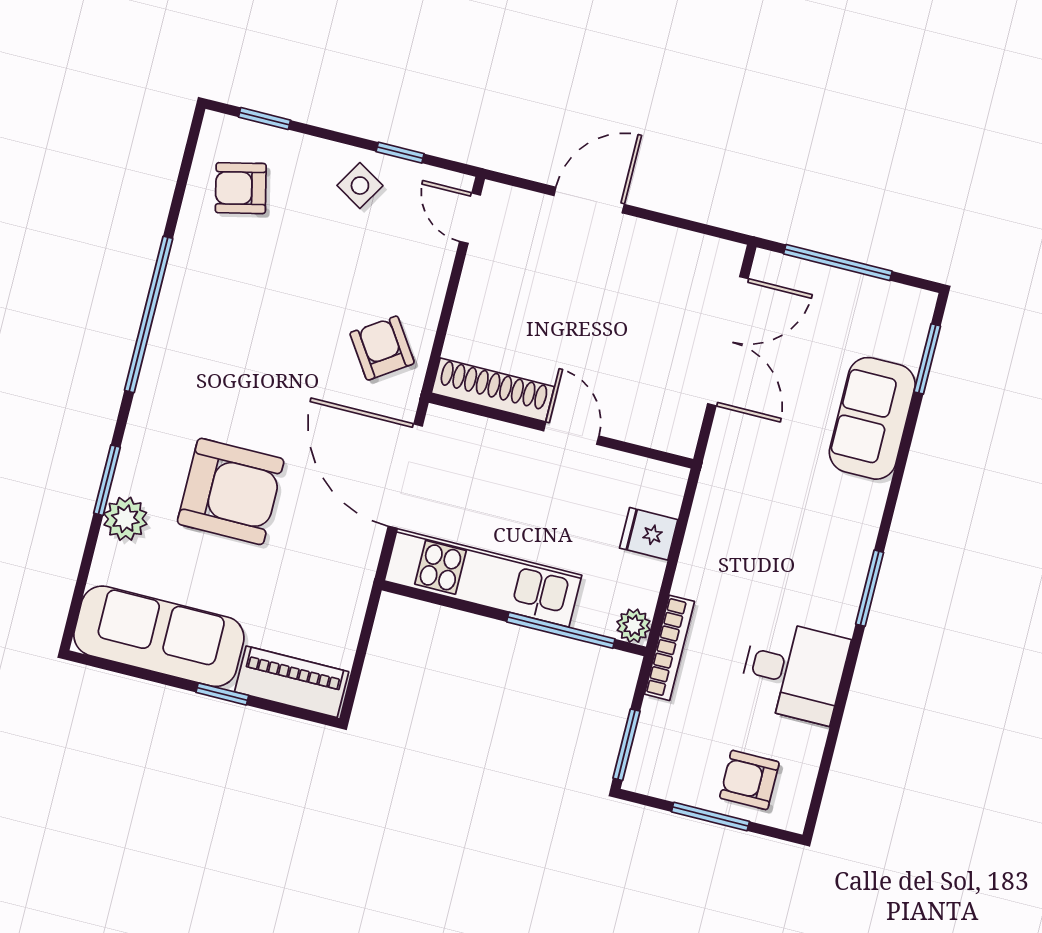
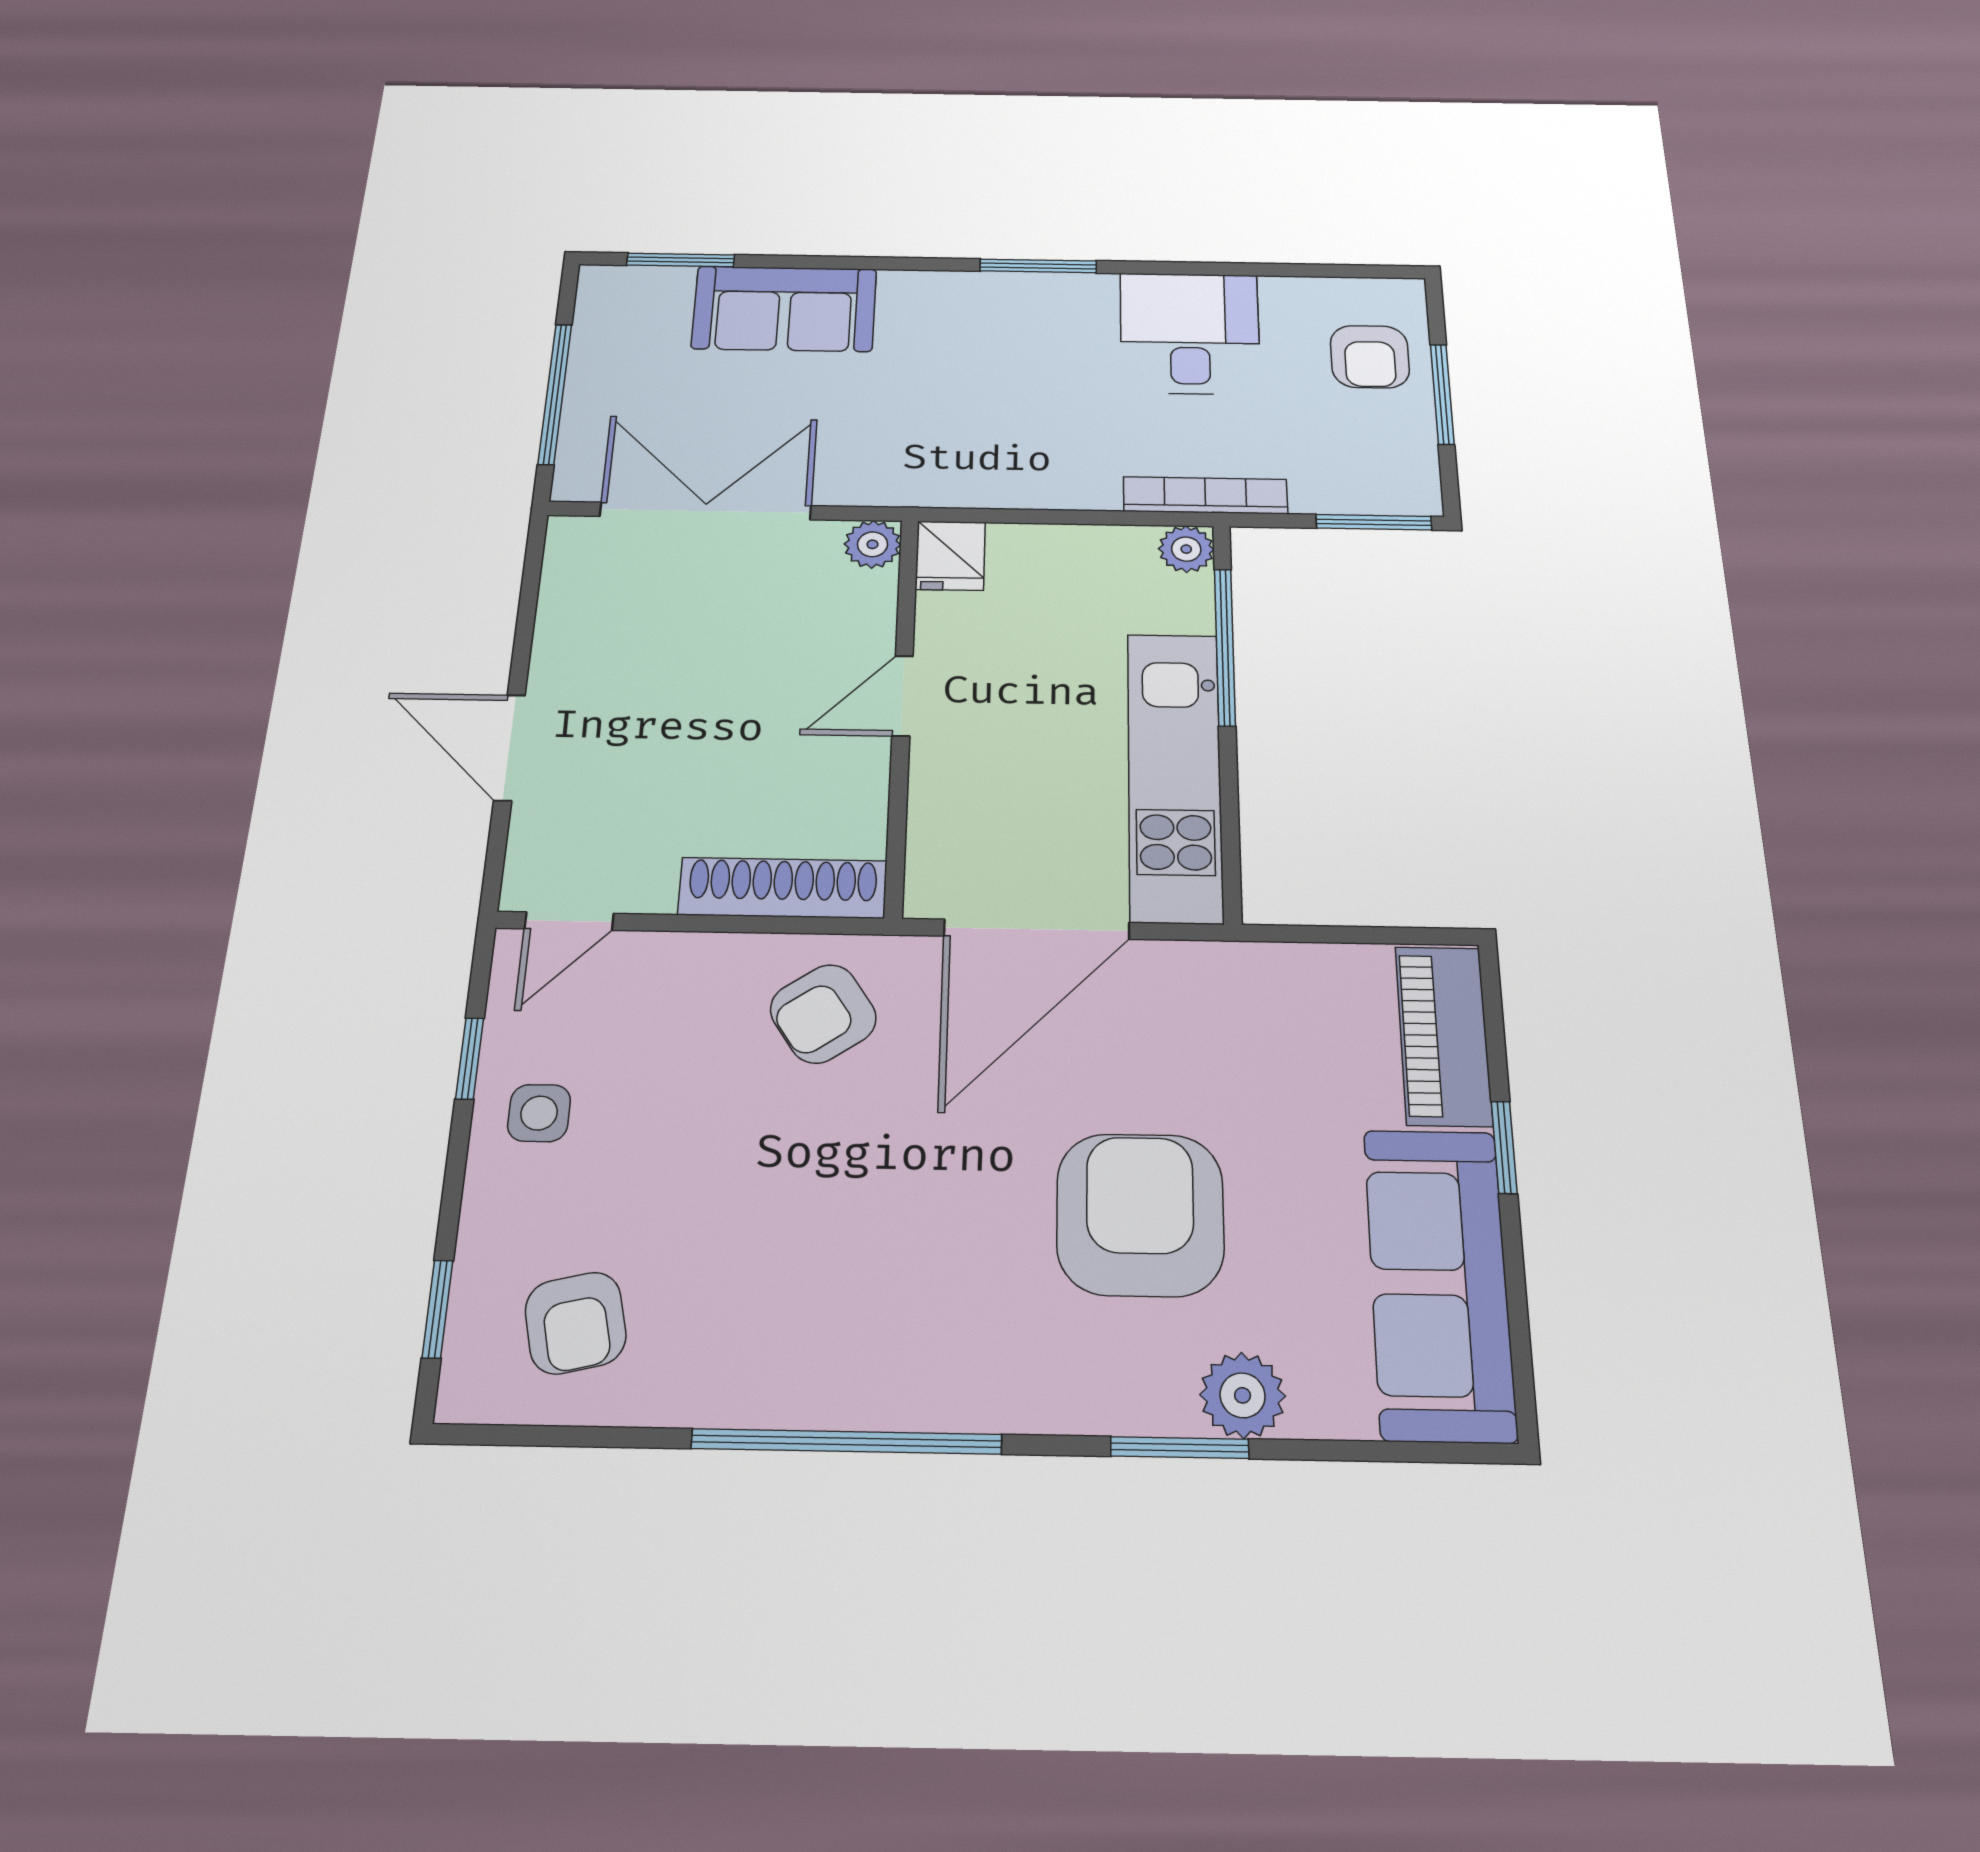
side table: (360, 186) -> (539, 1113), turned -31
shoe rack: (493, 390) -> (783, 888), moved, turned 90
plant: (680, 438) -> (872, 544), added
fridge: (649, 534) -> (950, 556), moved

